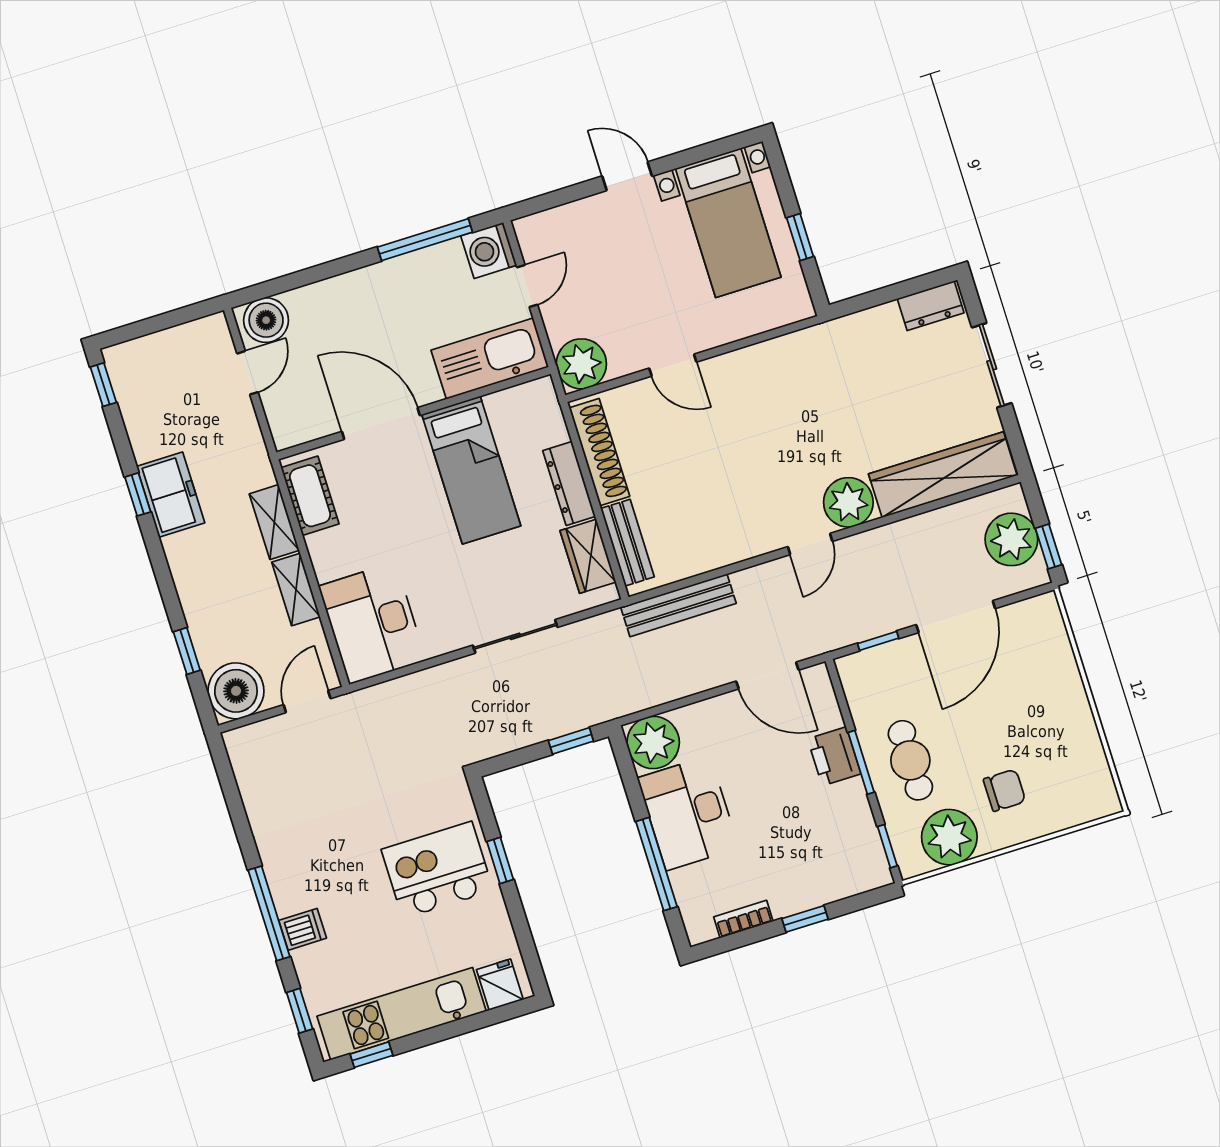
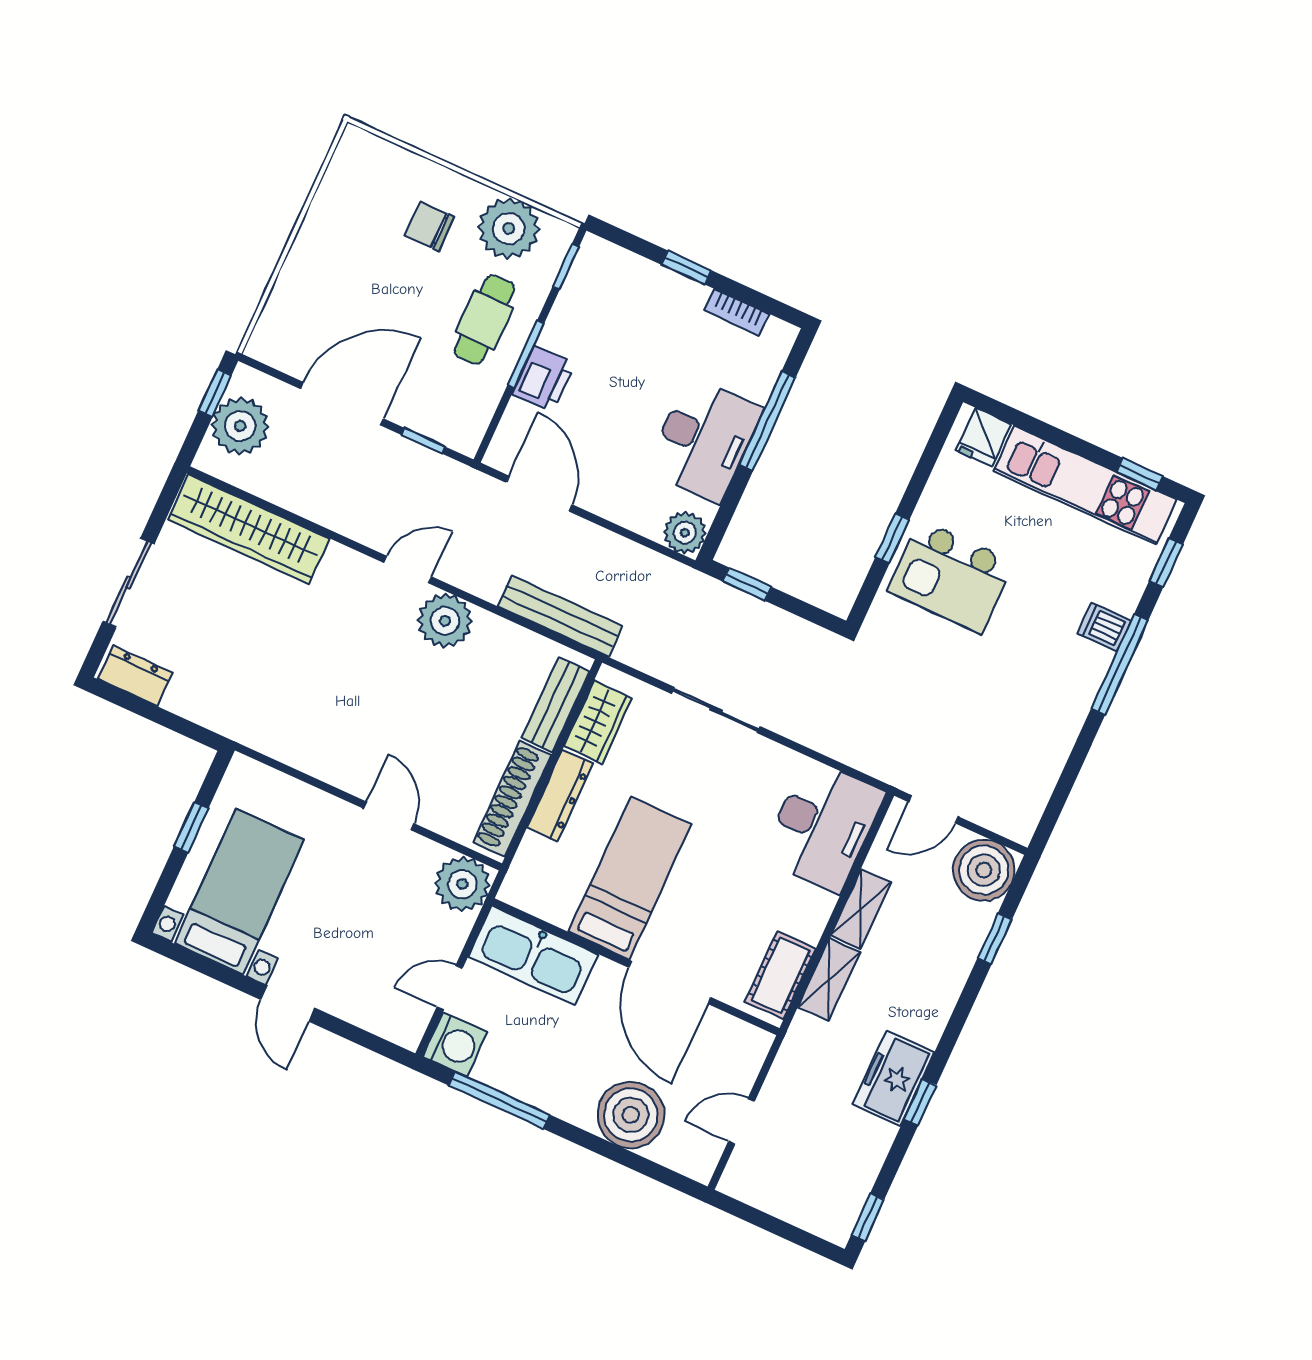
boiler: (266, 320) -> (631, 1115), moved, width x1.37, depth x1.37
plant: (848, 502) -> (445, 621), moved
plant: (653, 742) -> (685, 533), width x0.73, depth x0.73

